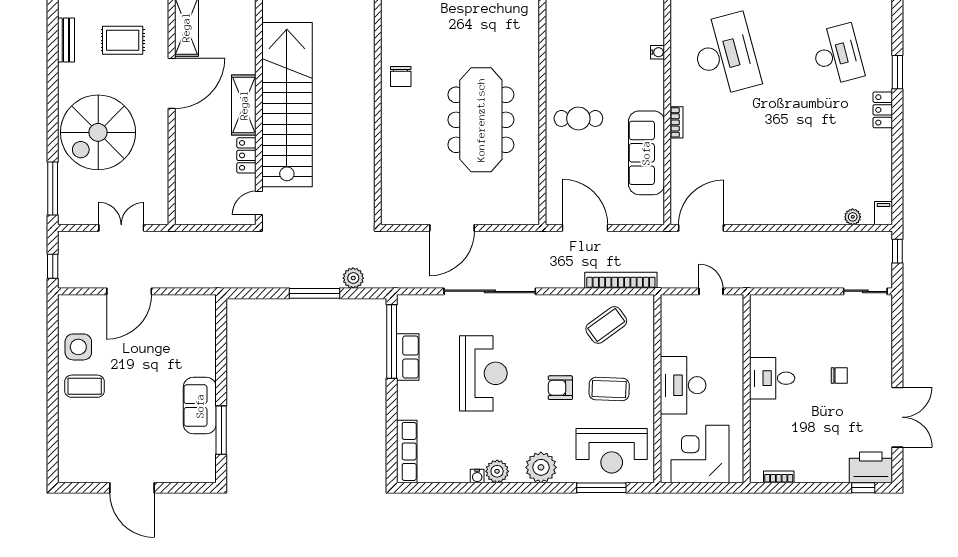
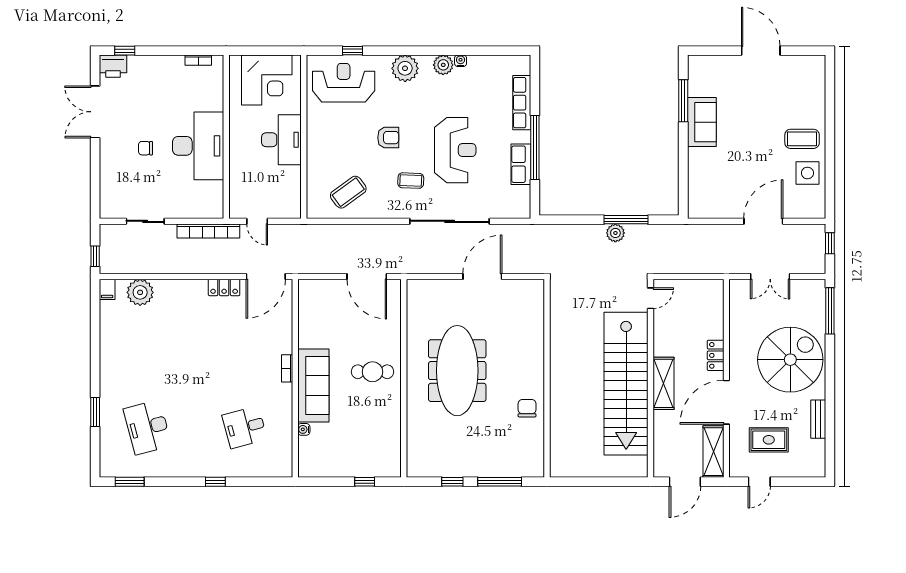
bench: (66, 40) -> (818, 419), moved
desk: (725, 55) -> (245, 427), width x0.53, depth x0.77
locker: (883, 110) -> (224, 287), moved, turned 90
sofa: (646, 153) -> (313, 385), moved
locker: (246, 155) -> (716, 355), moved, turned 180
plant: (853, 217) -> (140, 292), width x1.88, depth x1.88
plant: (353, 278) -> (615, 233), moved
bookcase: (621, 280) -> (208, 231), moved
sliding door: (865, 291) -> (145, 221), moved
window: (314, 293) -> (626, 220), moved
window: (392, 342) -> (535, 148), moved
reception desk: (483, 373) -> (455, 150), turned 180
desk: (772, 378) -> (198, 146), width x1.87, depth x1.30
coffee table: (609, 389) -> (411, 181), moved, width x0.73, depth x0.77
row of seats: (407, 451) -> (522, 103), moved
printer: (871, 467) -> (113, 66), width x0.73, depth x0.84
window: (601, 488) -> (352, 51), width x0.46

